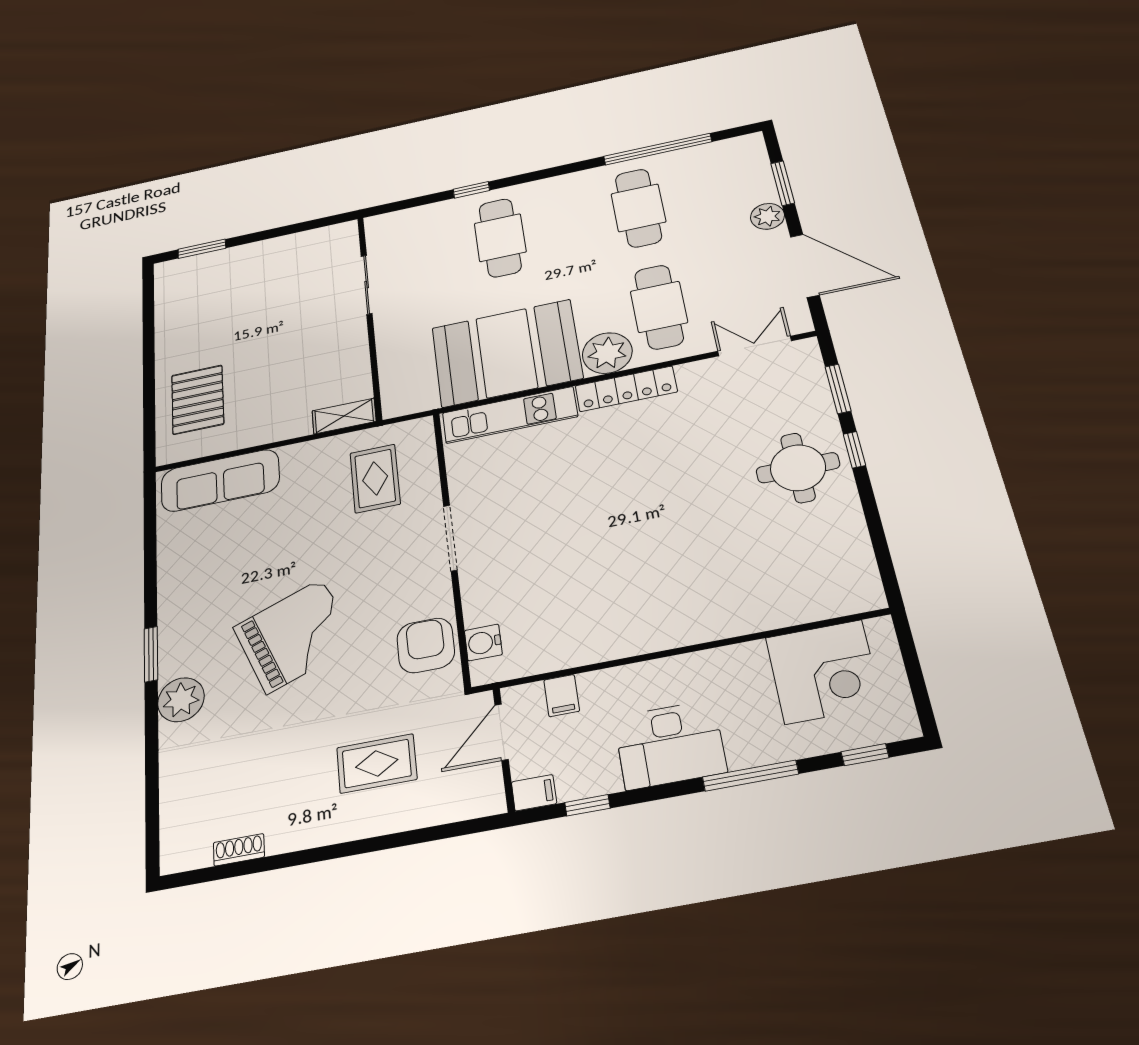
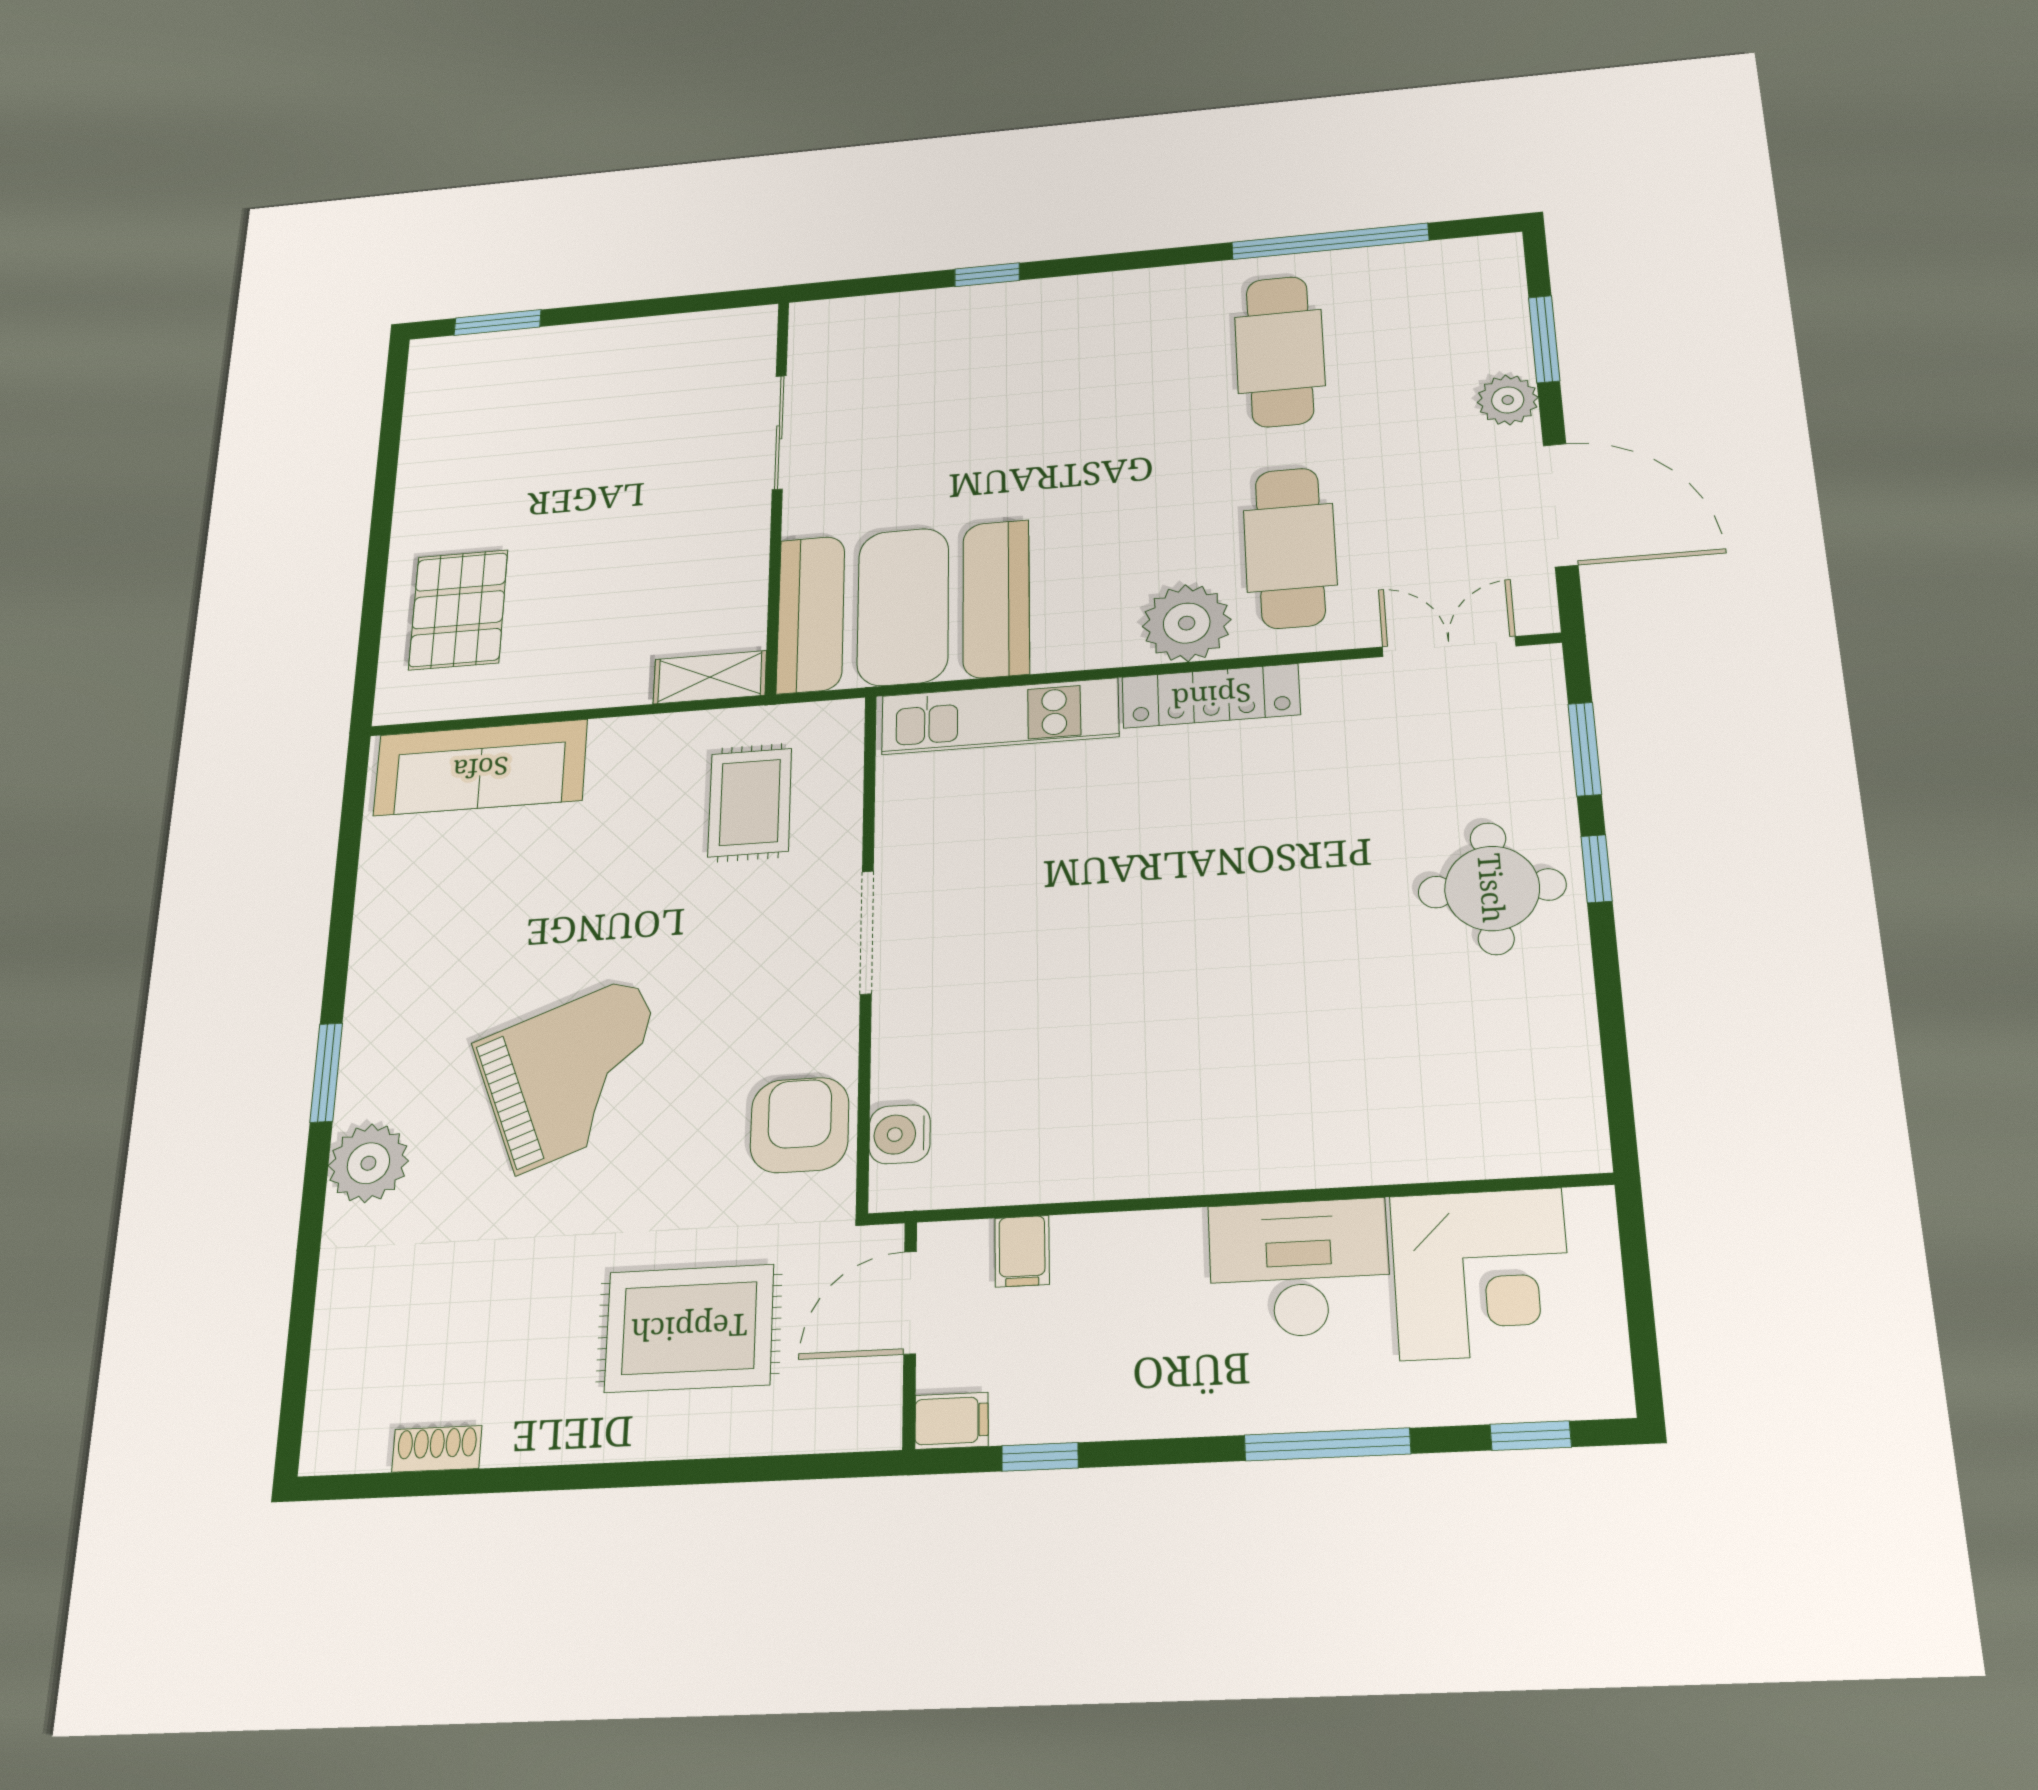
cafe table: (500, 238) -> (1026, 375), removed
booth: (507, 353) -> (903, 607), moved
desk: (670, 745) -> (1299, 1268), moved, turned 180
rug: (377, 763) -> (689, 1328), width x1.36, depth x1.43

